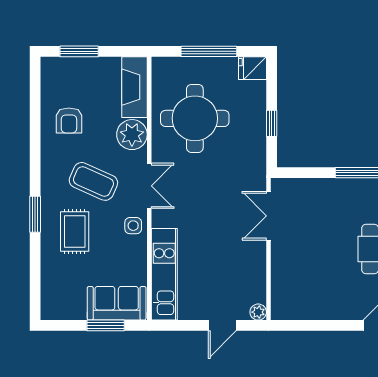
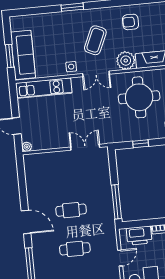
rug: (75, 232) -> (64, 32), removed
sofa: (117, 303) -> (23, 55), width x1.36

